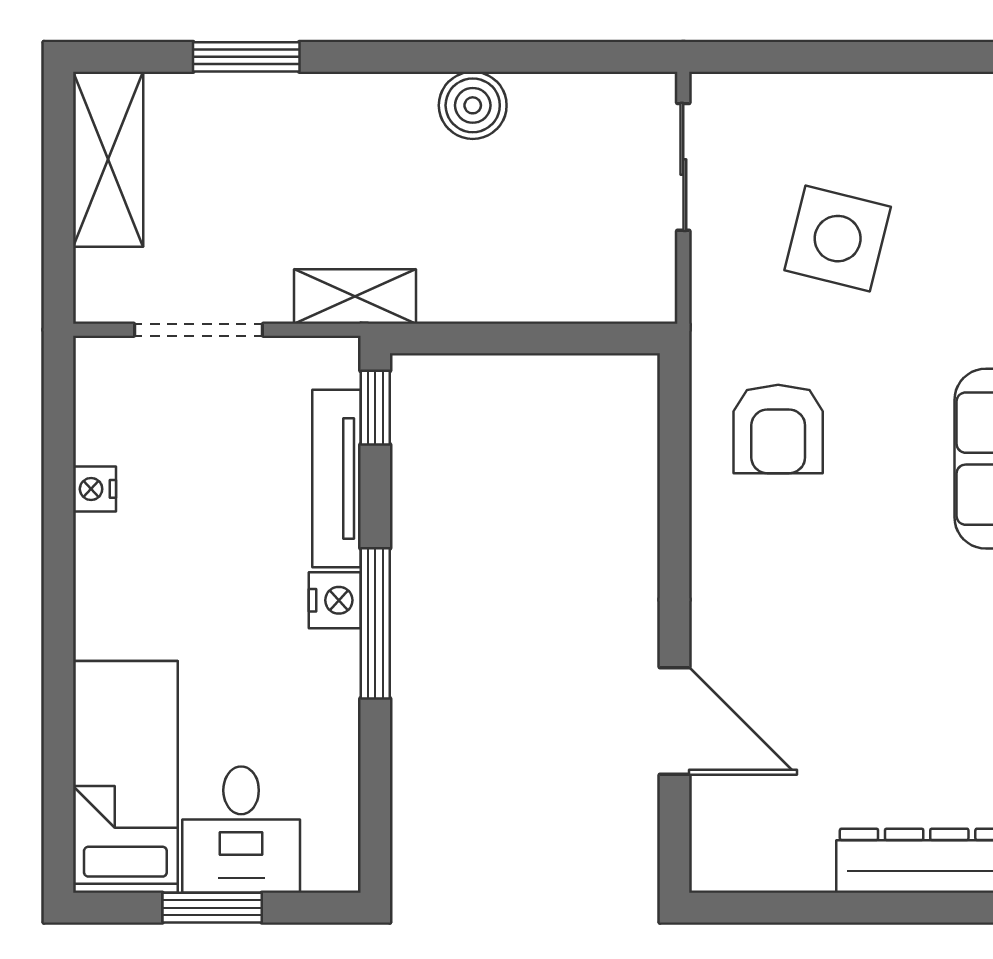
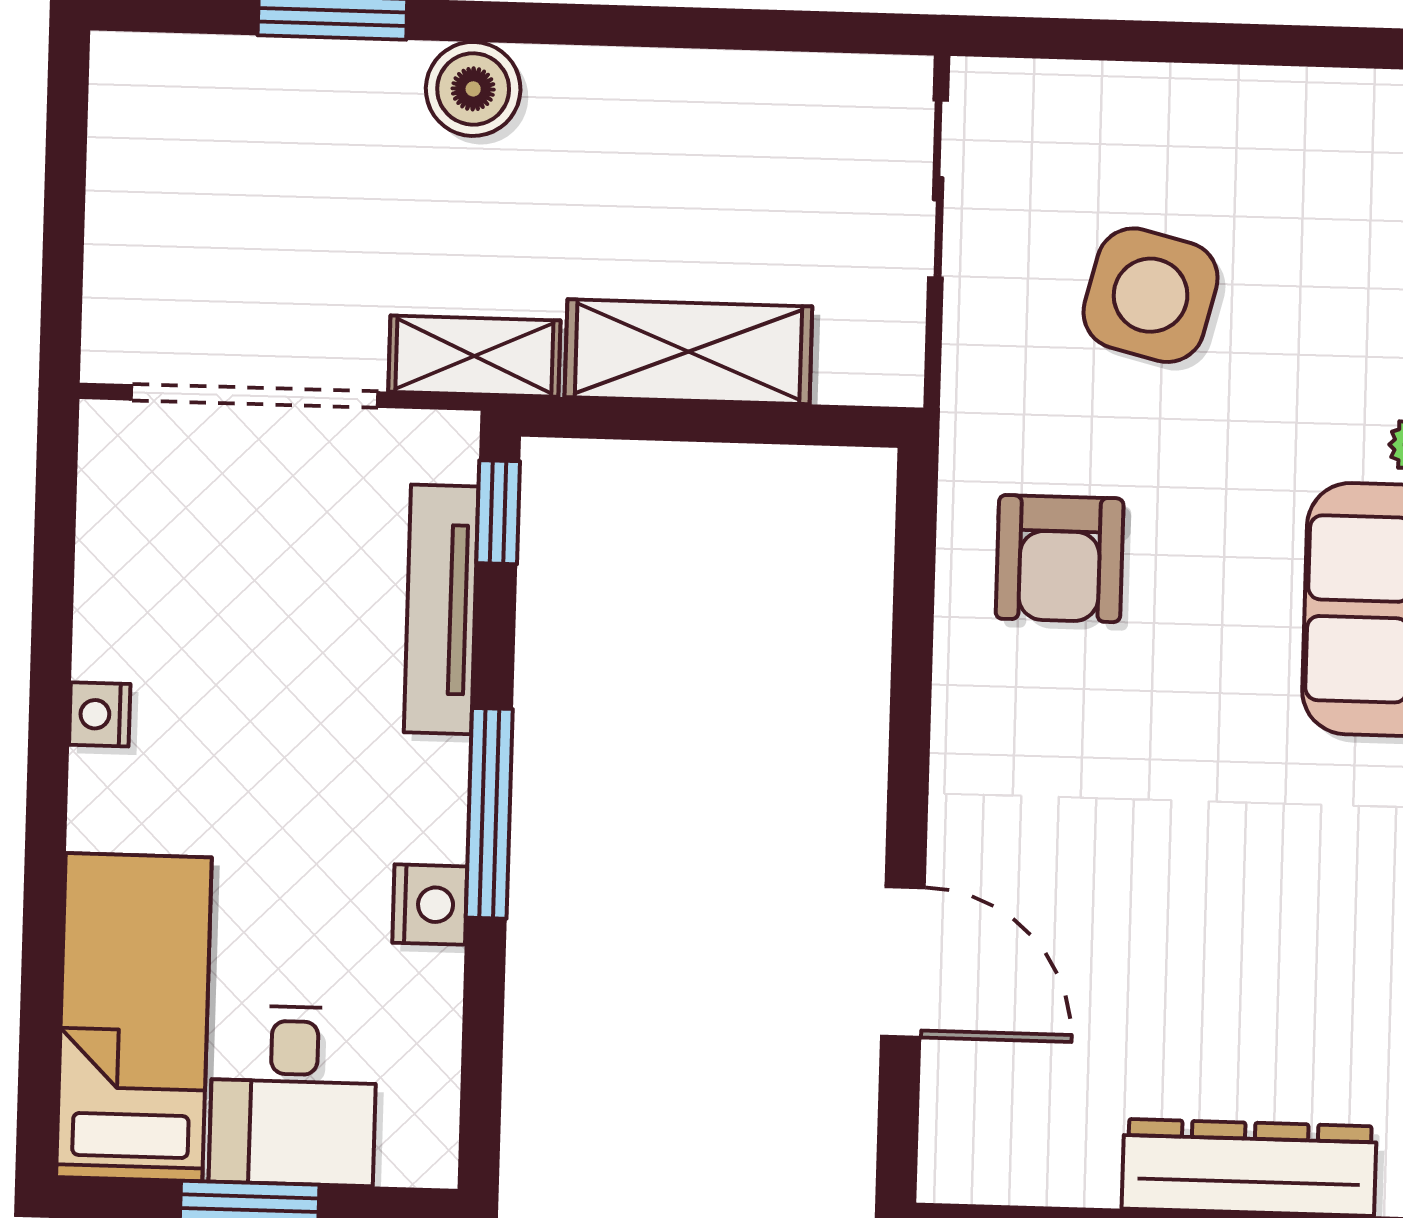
boiler: (473, 105) -> (473, 89), moved
shelving: (108, 159) -> (688, 352), moved, turned 90
doorway: (199, 330) -> (255, 396), width x1.36
nightstand: (94, 489) -> (100, 714), moved
nightstand: (335, 600) -> (430, 905), moved

